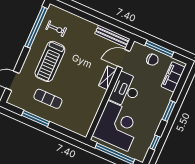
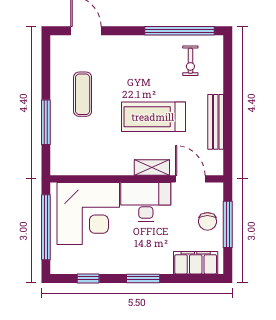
bench: (112, 36) -> (216, 122), moved
treadmill: (50, 61) -> (153, 117), moved
window: (36, 119) -> (46, 122), moved

